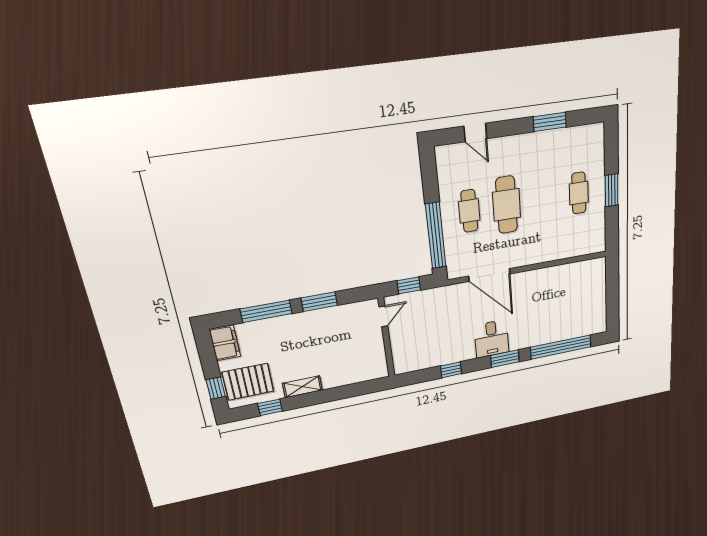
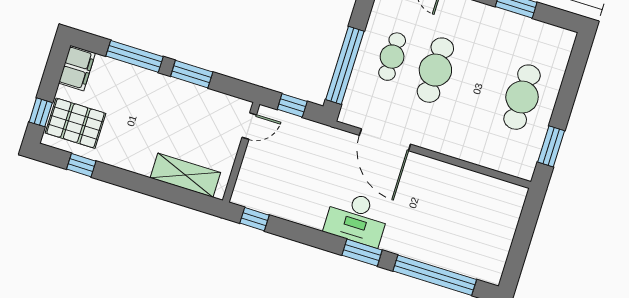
window: (612, 190) -> (551, 146), moved
cafe table: (579, 193) -> (522, 97), width x1.37, depth x1.35
desk: (492, 339) -> (357, 218), width x1.37
window: (451, 370) -> (254, 219), moved
shelving: (302, 387) -> (185, 175), moved, width x1.50, depth x1.33

